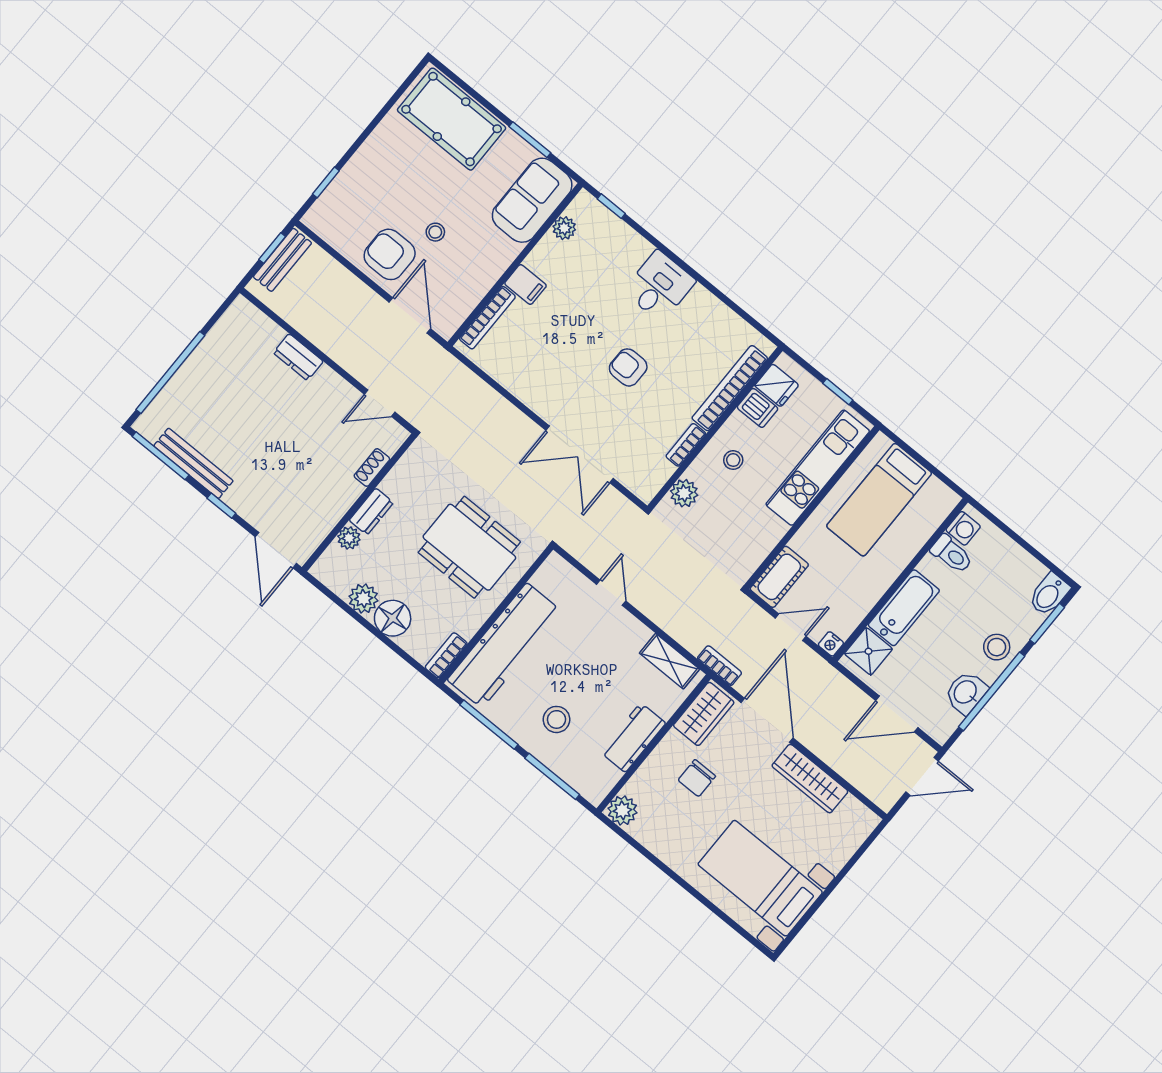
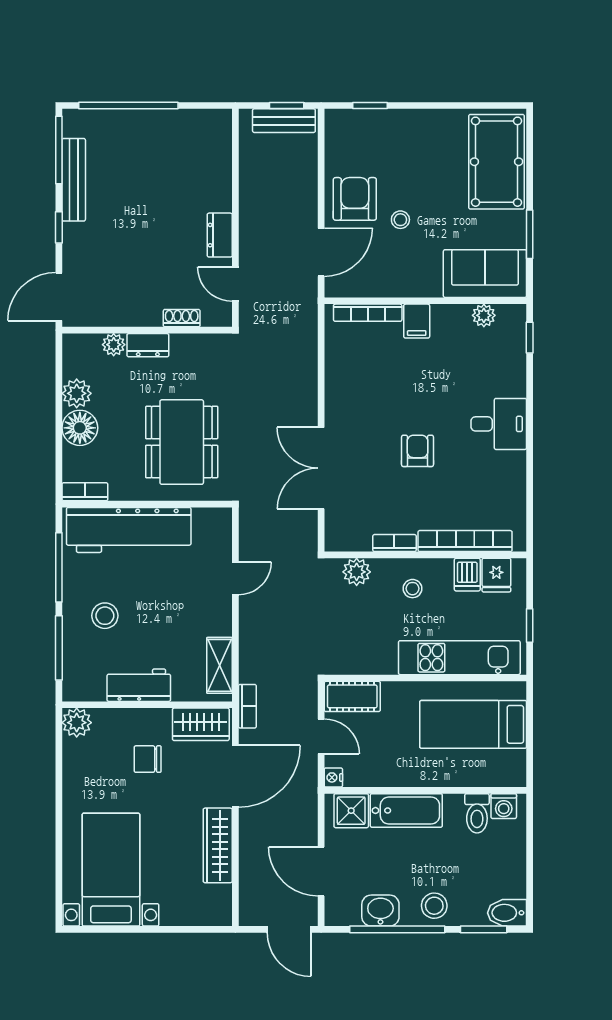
dresser: (298, 357) -> (220, 235), moved

